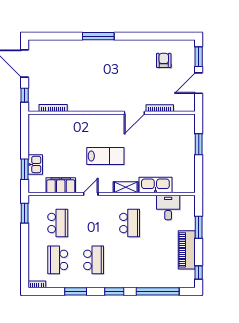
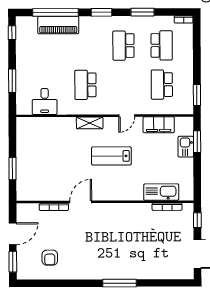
kitchen sink: (155, 185) -> (161, 192), moved, turned 180
piano: (187, 250) -> (58, 25), moved, turned 90

